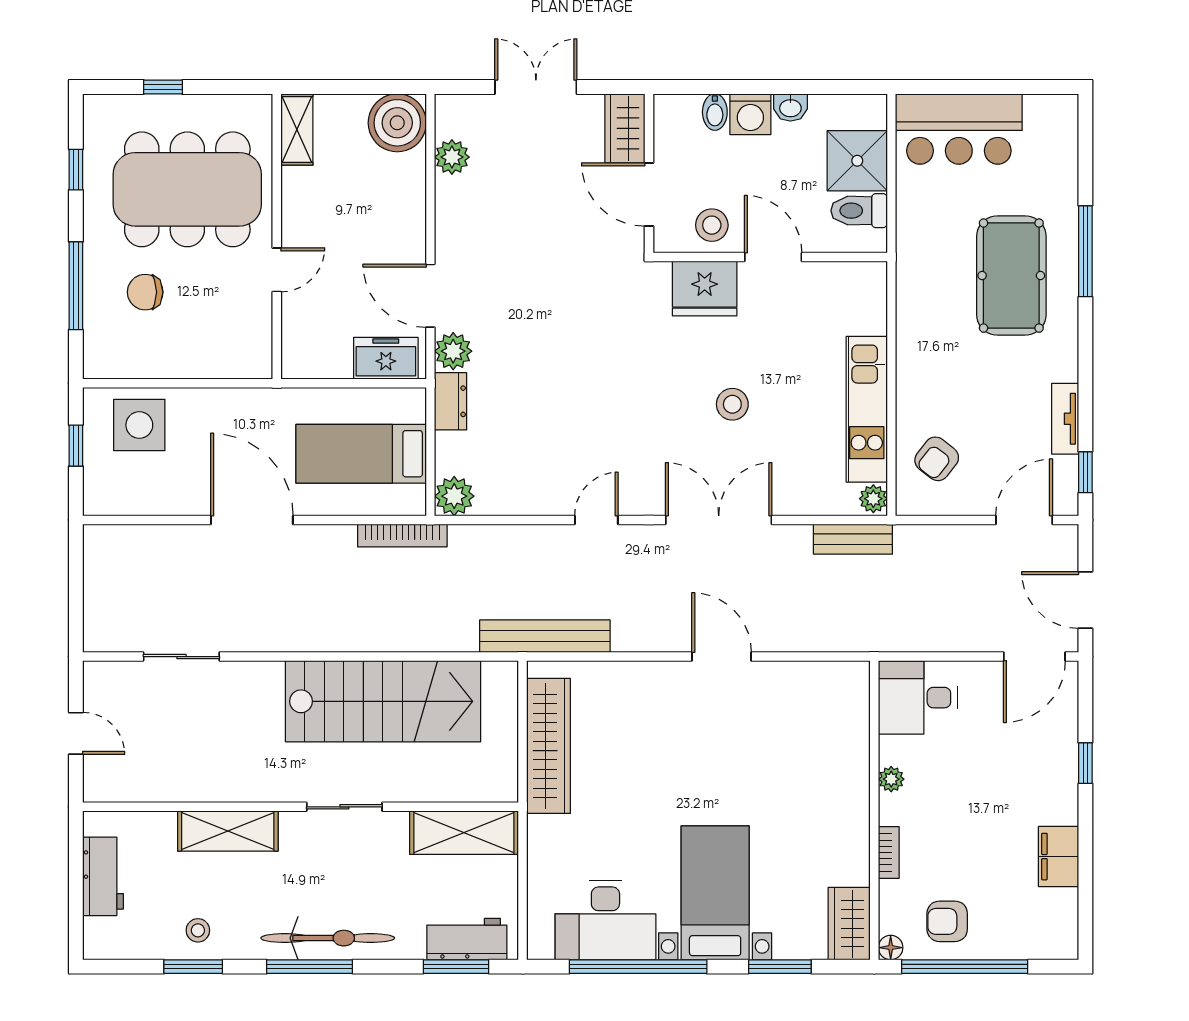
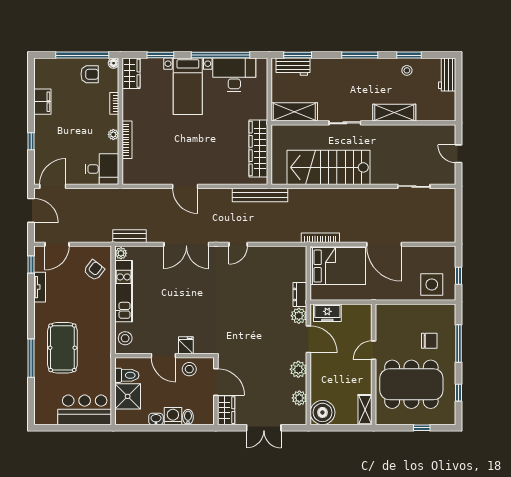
fridge: (705, 288) -> (186, 345), width x0.53, depth x0.75
stool: (732, 404) -> (125, 338), moved
bed: (361, 454) -> (338, 266), width x1.50
plant: (454, 496) -> (298, 369), moved
bookcase: (859, 767) -> (127, 140), added
workbench: (103, 876) -> (447, 75), moved
bicycle: (328, 938) -> (352, 67), removed

